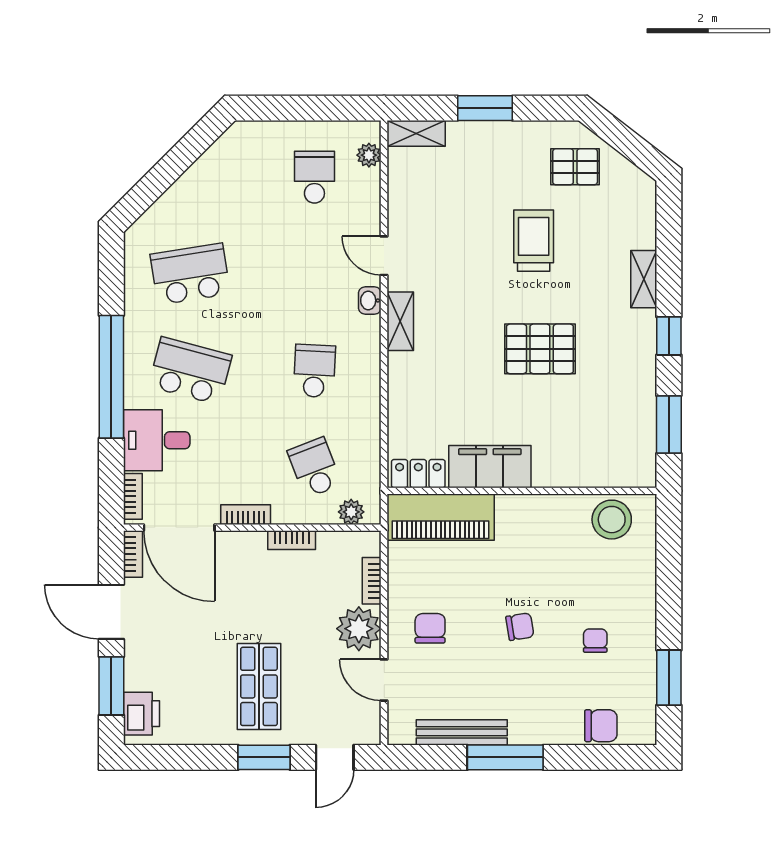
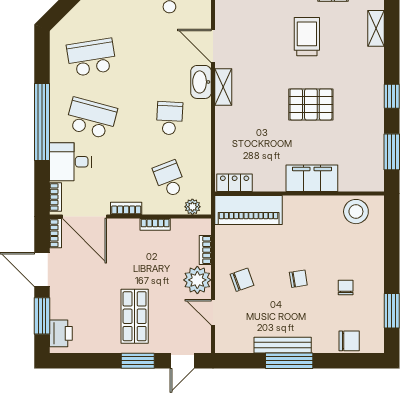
door: (384, 256) -> (213, 46), width x1.38
shelving: (644, 279) -> (376, 28), moved
washbasin: (370, 301) -> (201, 82), width x1.91, depth x1.45
filing cabinet: (490, 467) -> (312, 178), moved
chair: (430, 628) -> (242, 280), turned 70
bench: (462, 732) -> (283, 345), moved

